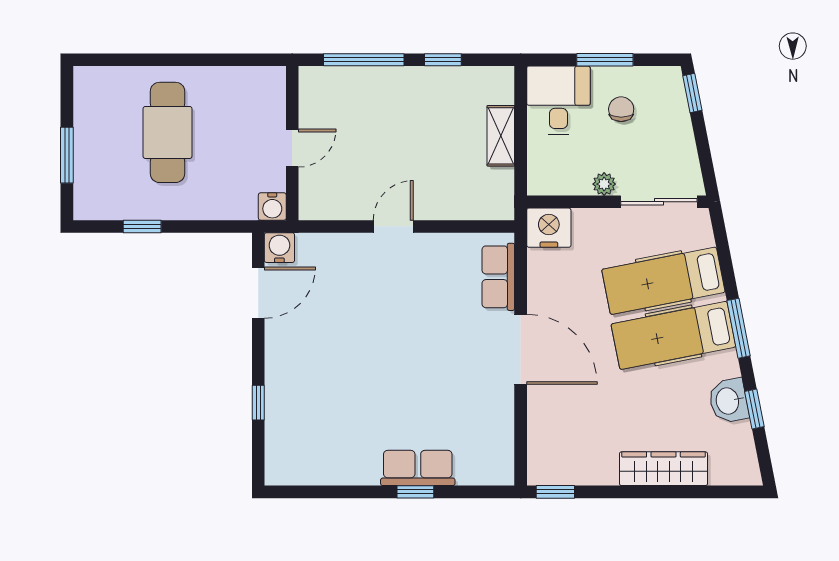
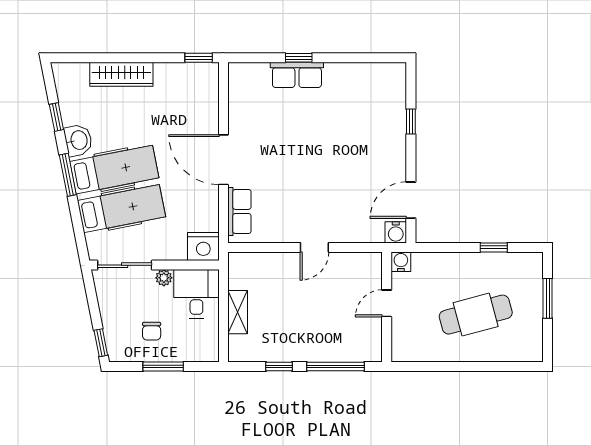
desk: (558, 100) -> (196, 294), moved, turned 180
cafe table: (168, 132) -> (476, 315), turned 75
washbasin: (728, 401) -> (78, 140), moved

